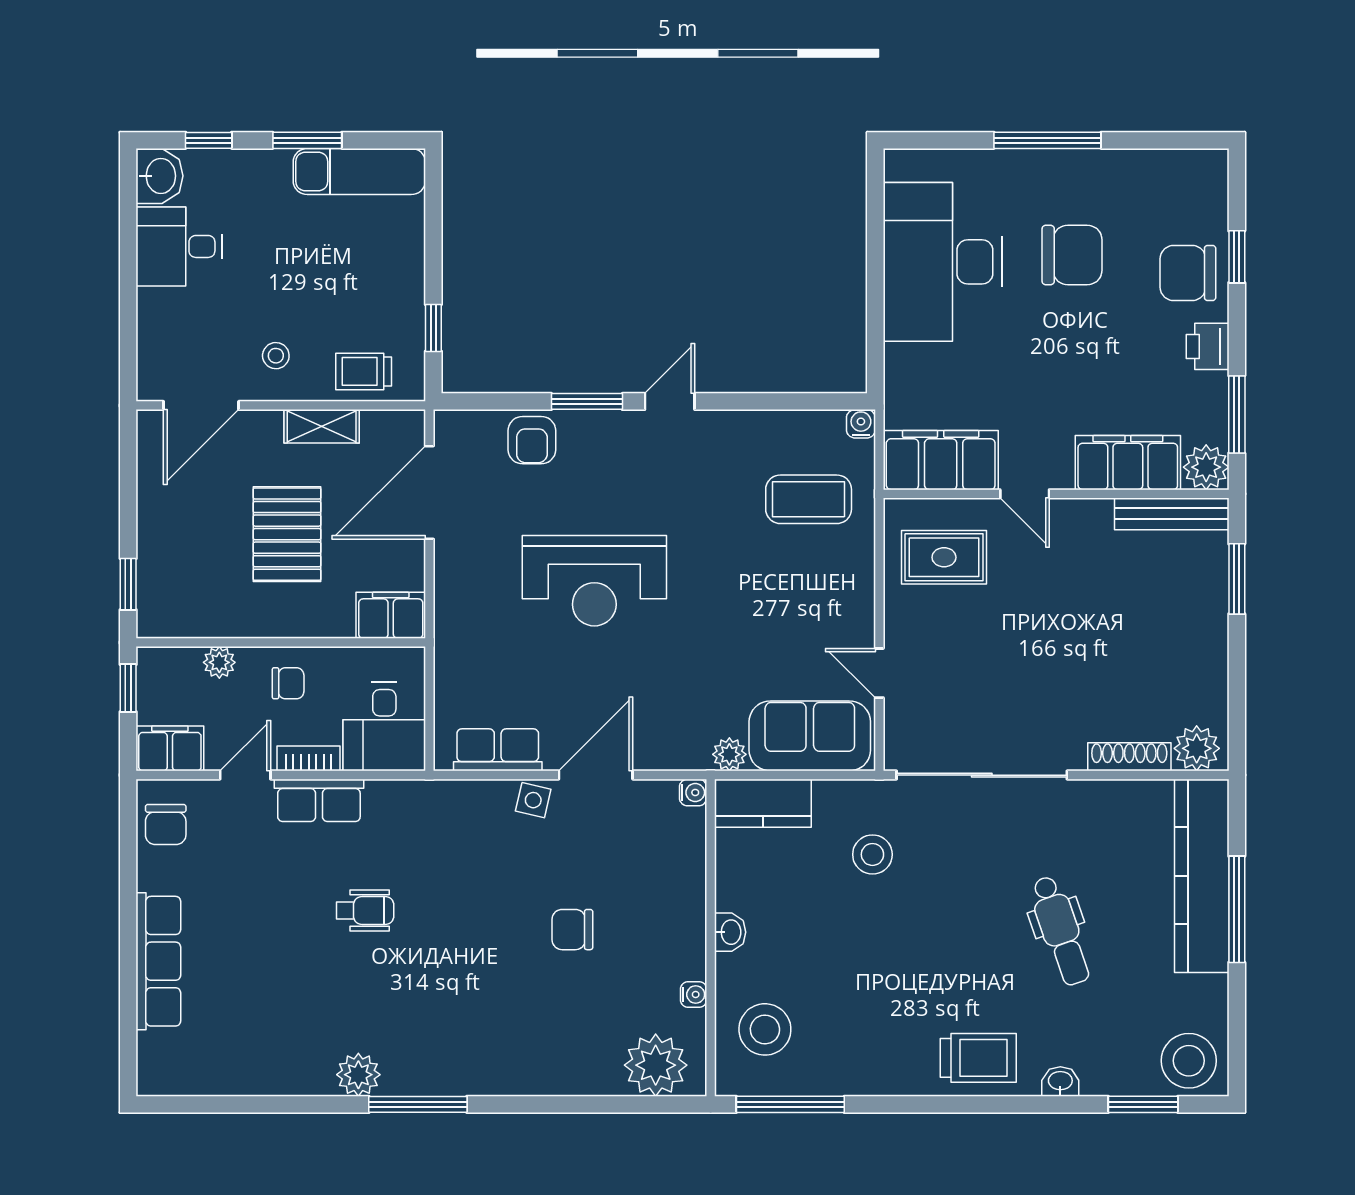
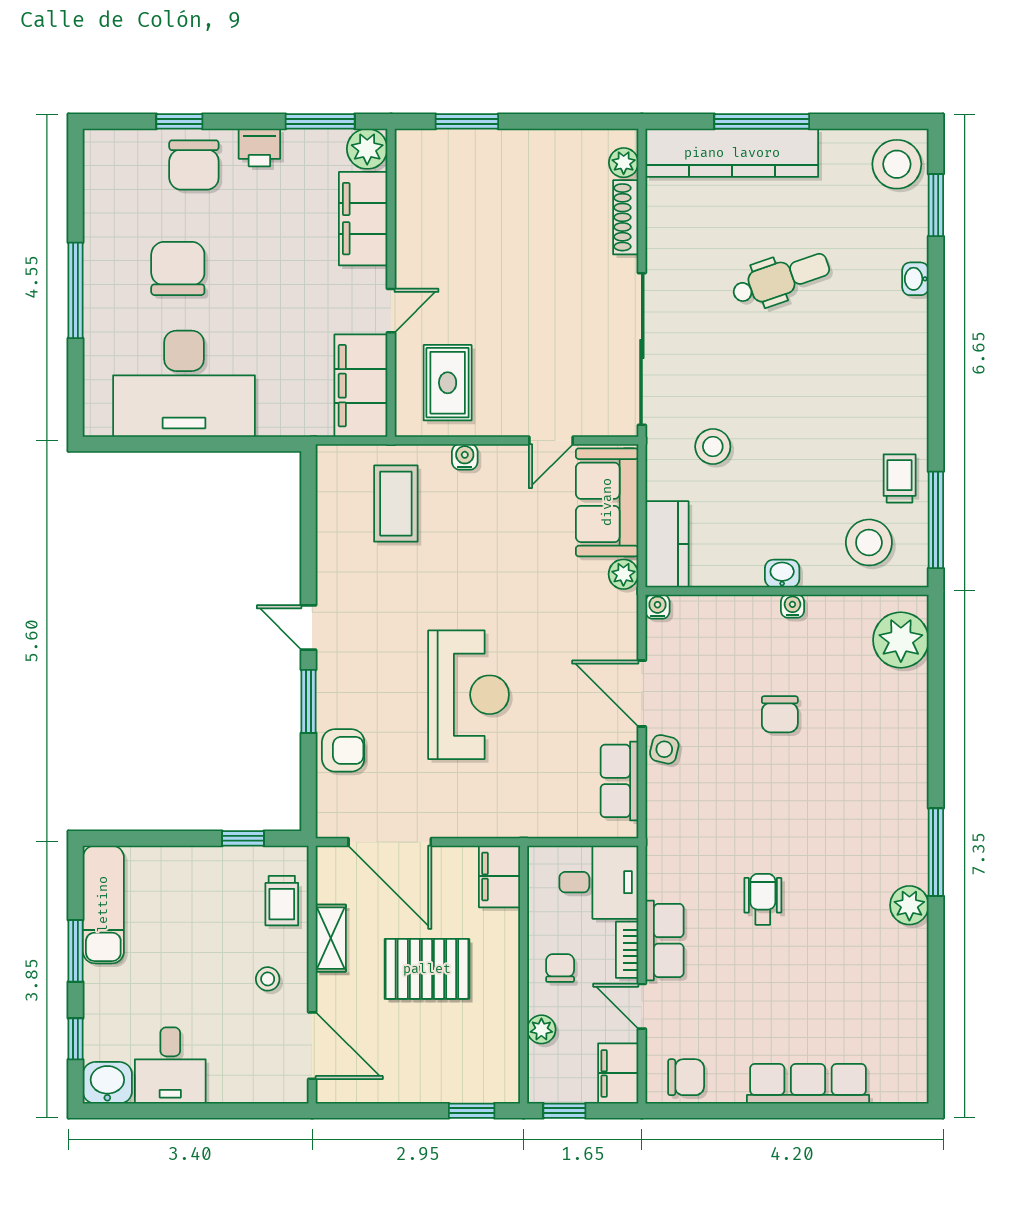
water cooler: (861, 424) -> (465, 457), moved, turned 90
bench: (1172, 514) -> (409, 180), removed
plant: (1197, 748) -> (624, 163), width x0.73, depth x0.73
water cooler: (694, 995) -> (792, 606), moved
trolley: (978, 1058) -> (900, 479), moved, width x0.73, depth x0.72

